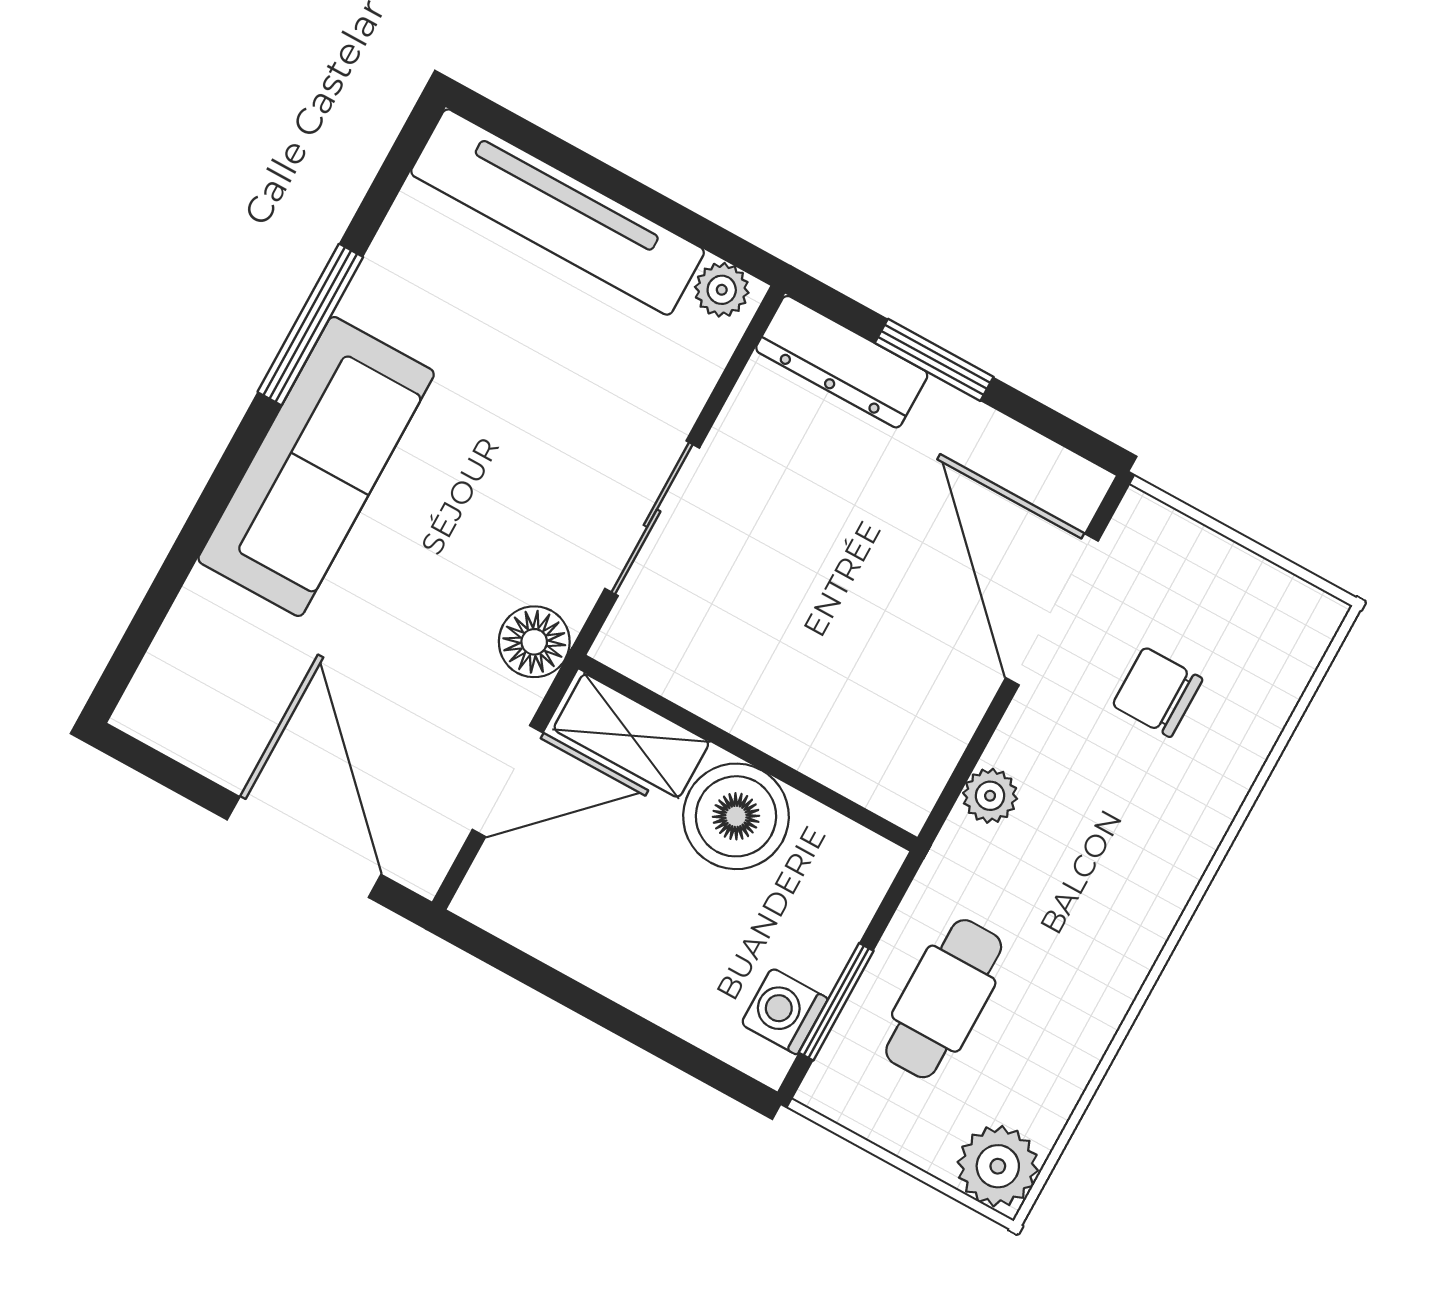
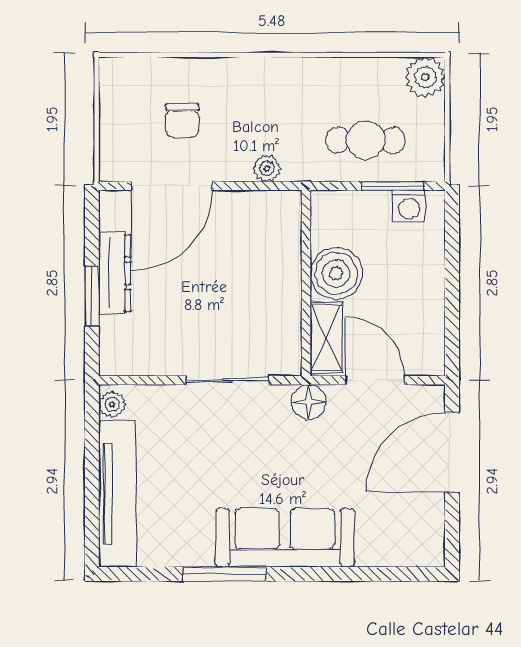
dresser: (842, 362) -> (115, 273), moved

